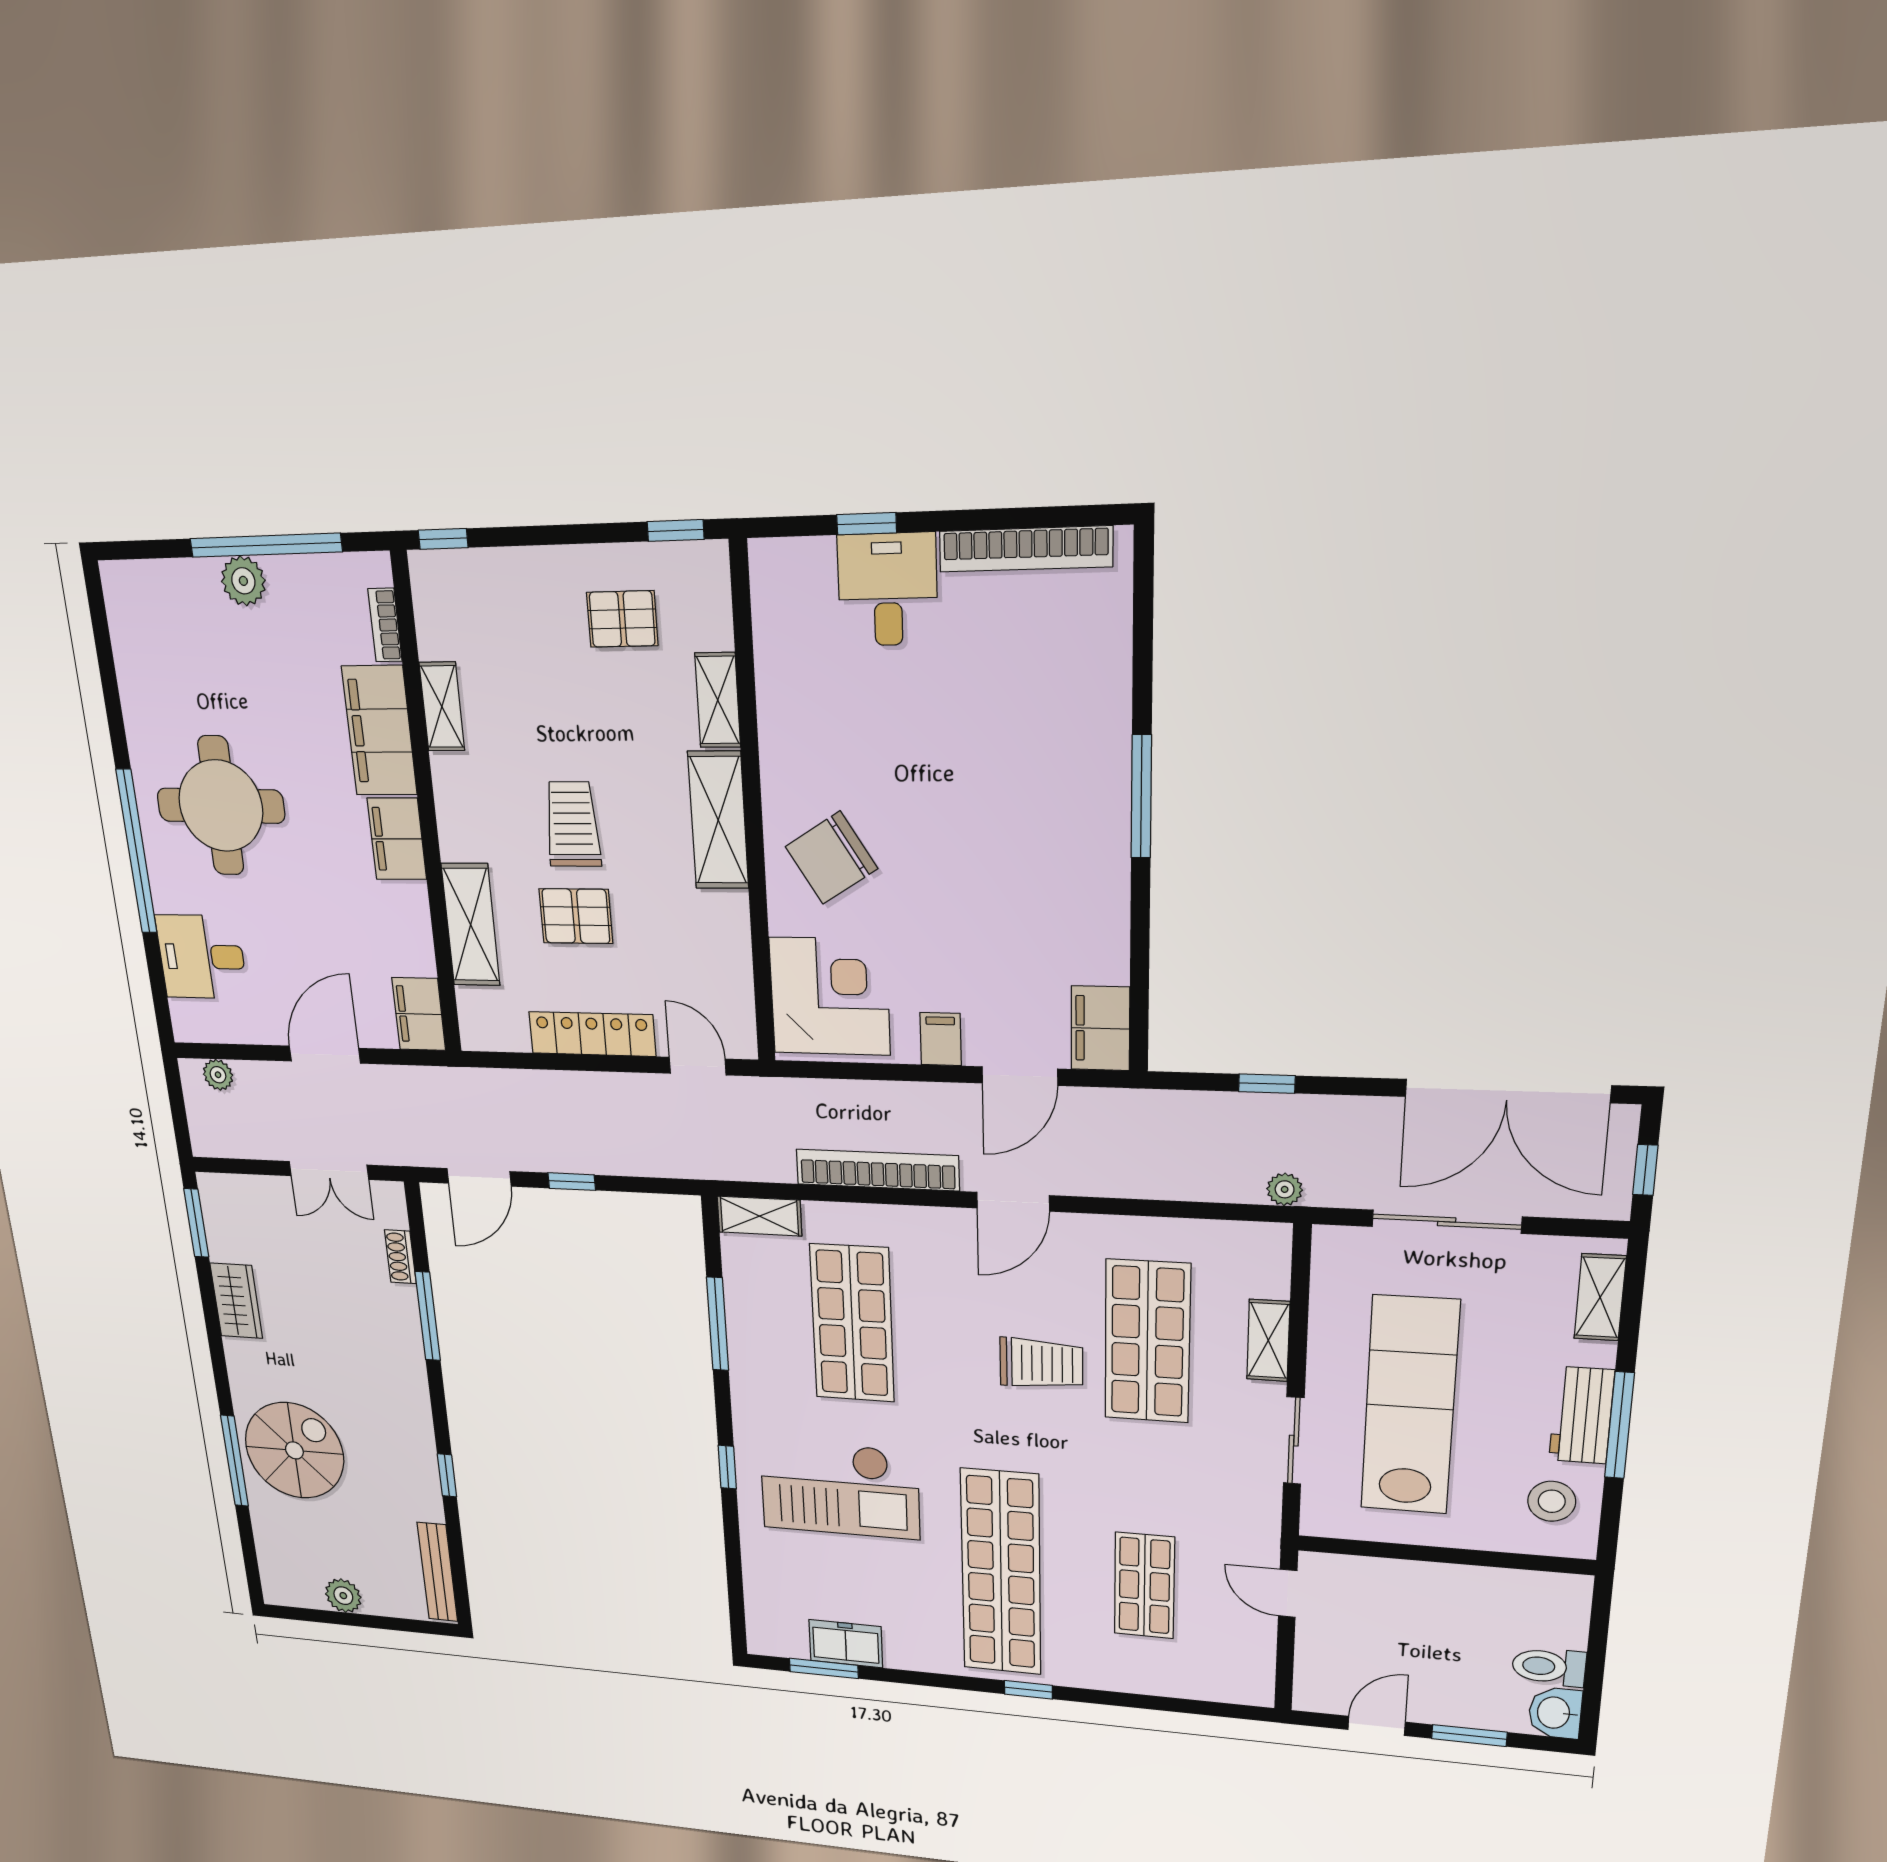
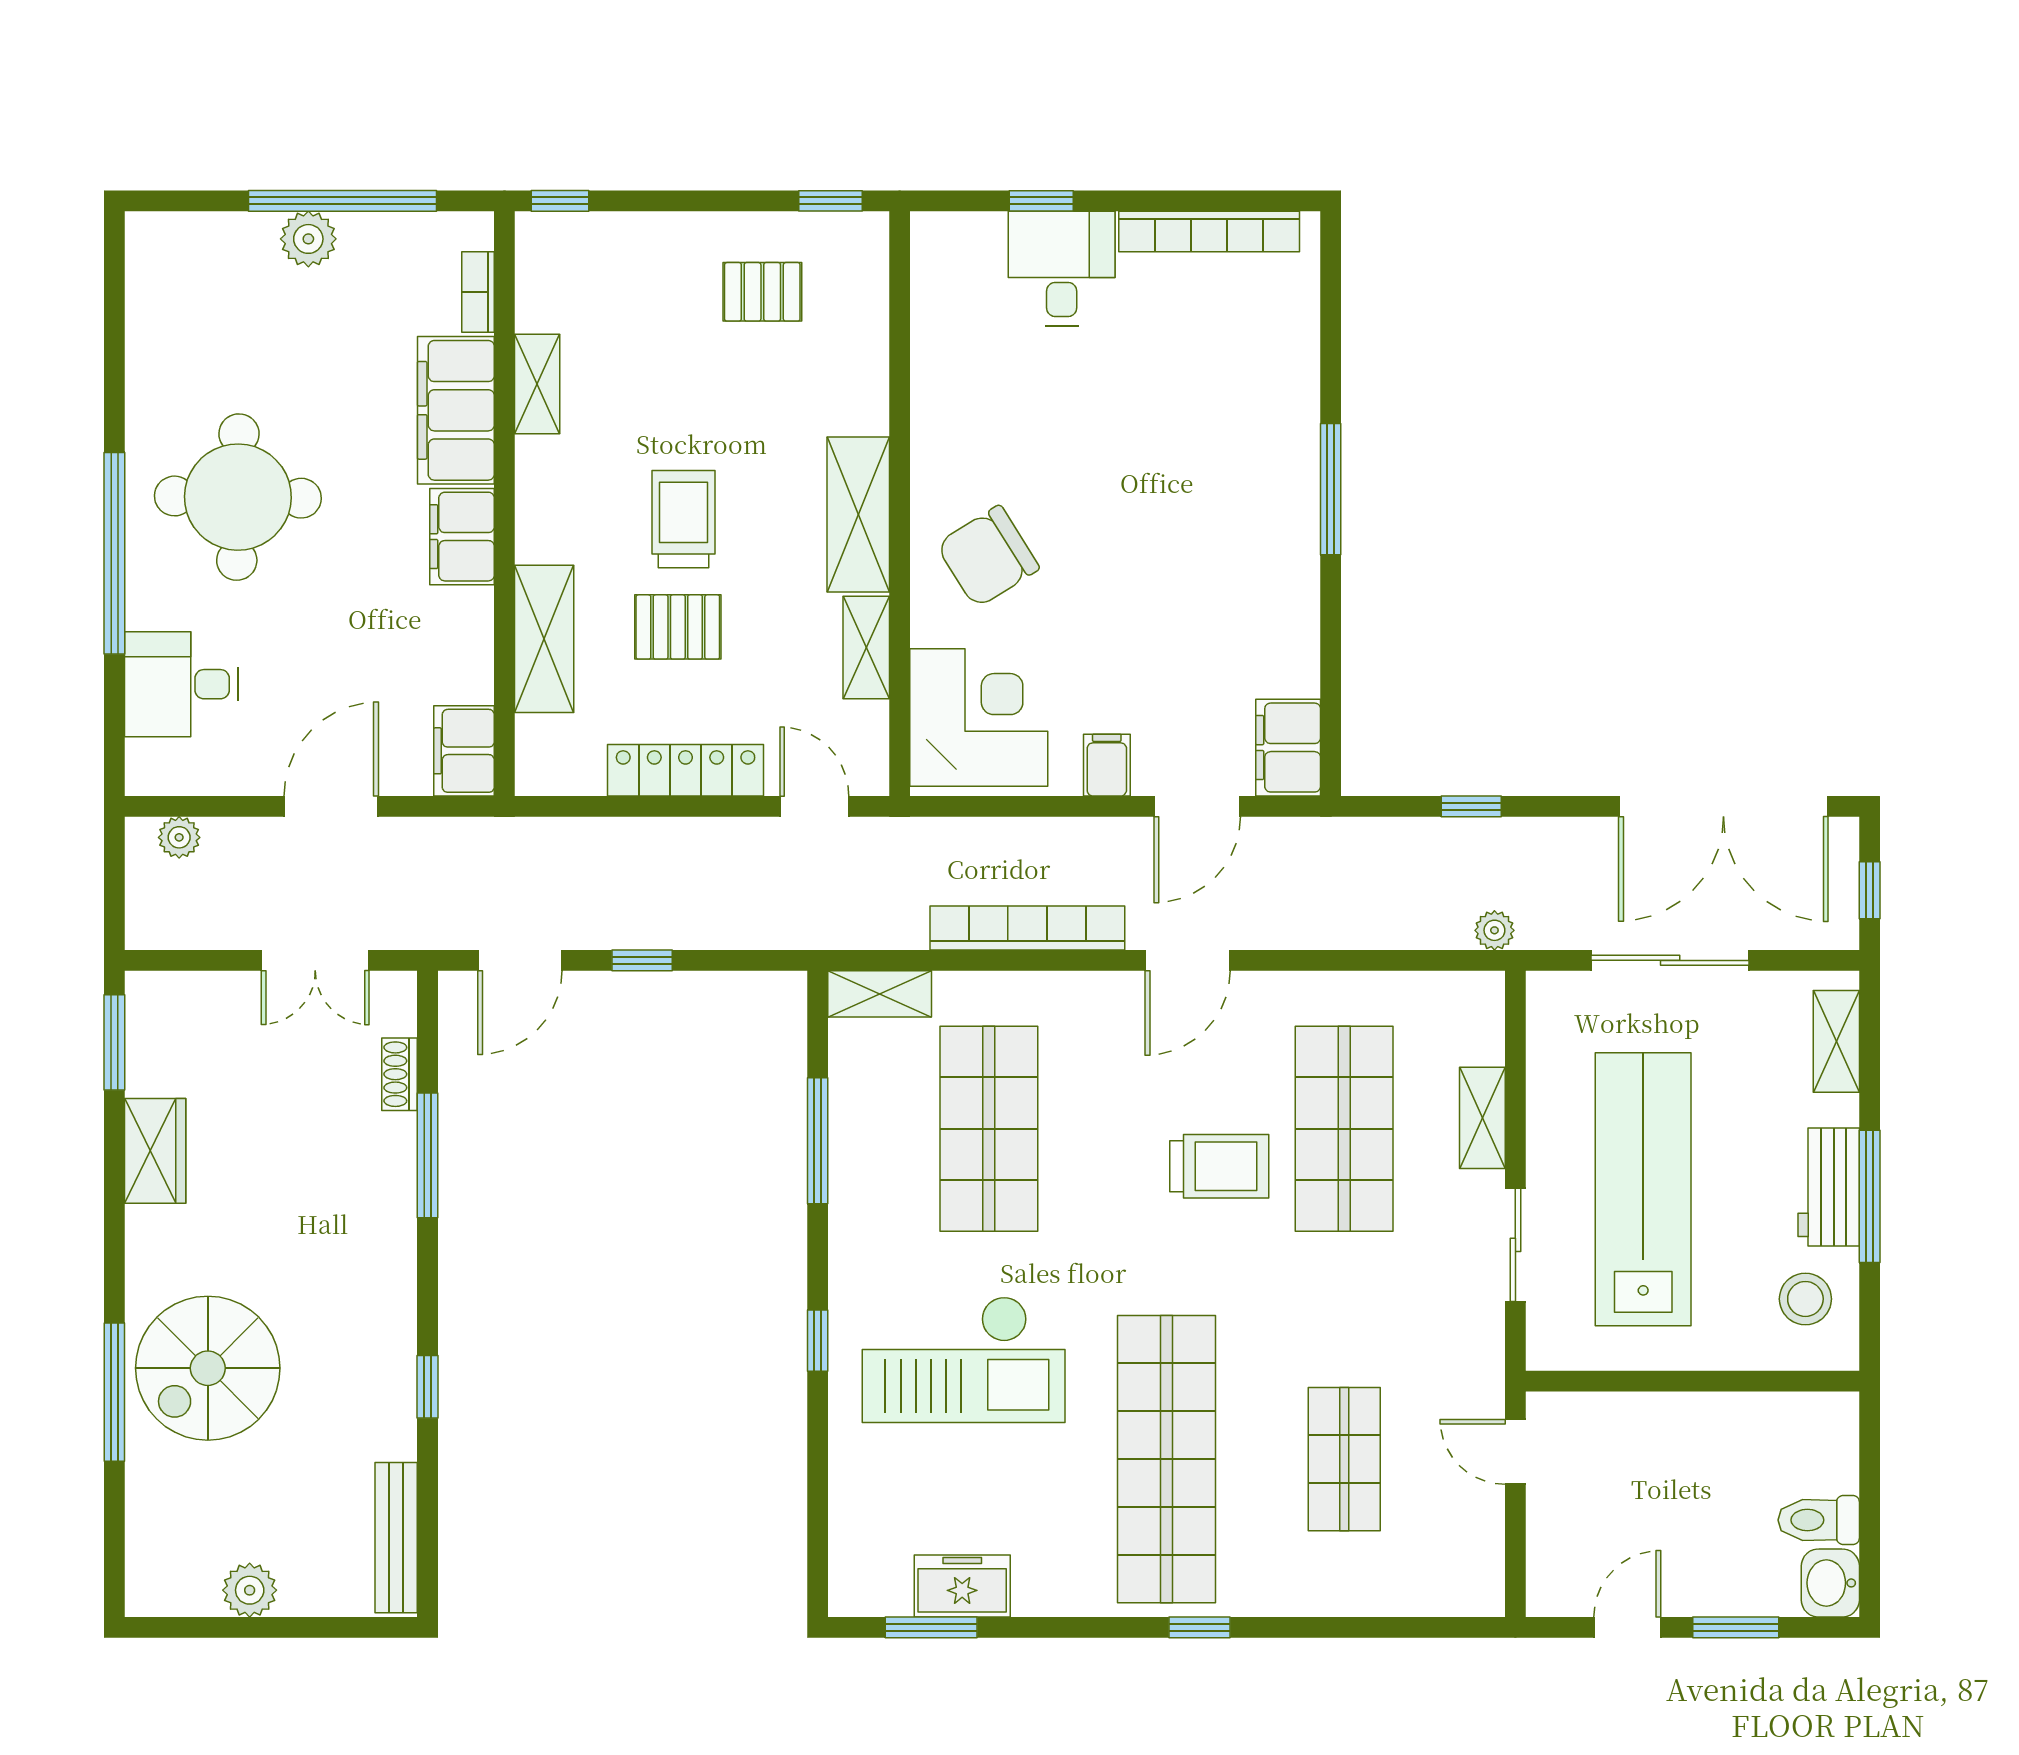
shelving: (718, 700) -> (866, 648), moved
spiral stairs: (294, 1450) -> (208, 1368), turned 180

